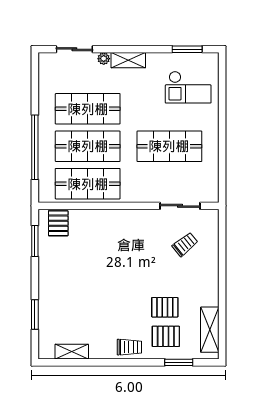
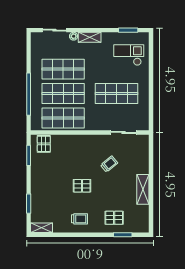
checkout: (188, 87) -> (129, 55), turned 180
trolley: (185, 244) -> (109, 164), moved
pallet: (165, 307) -> (82, 186), moved
shelving: (210, 330) -> (143, 189), moved
trolley: (129, 347) -> (80, 219), moved
shelving: (72, 352) -> (42, 228), moved

